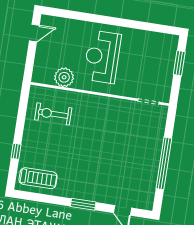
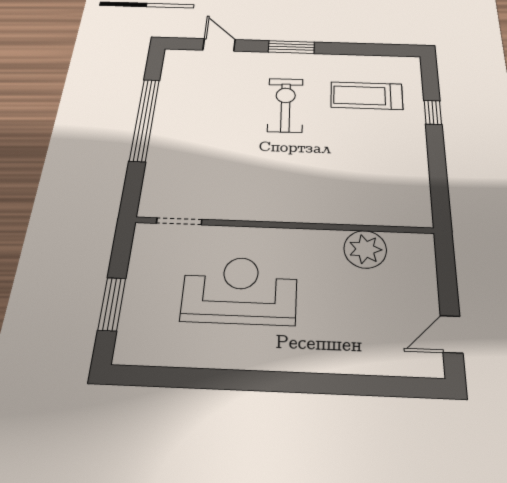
reception desk: (102, 57) -> (240, 290), moved, turned -90
exercise bike: (53, 114) -> (285, 105), moved, turned -91
treadmill: (38, 178) -> (367, 96), moved

